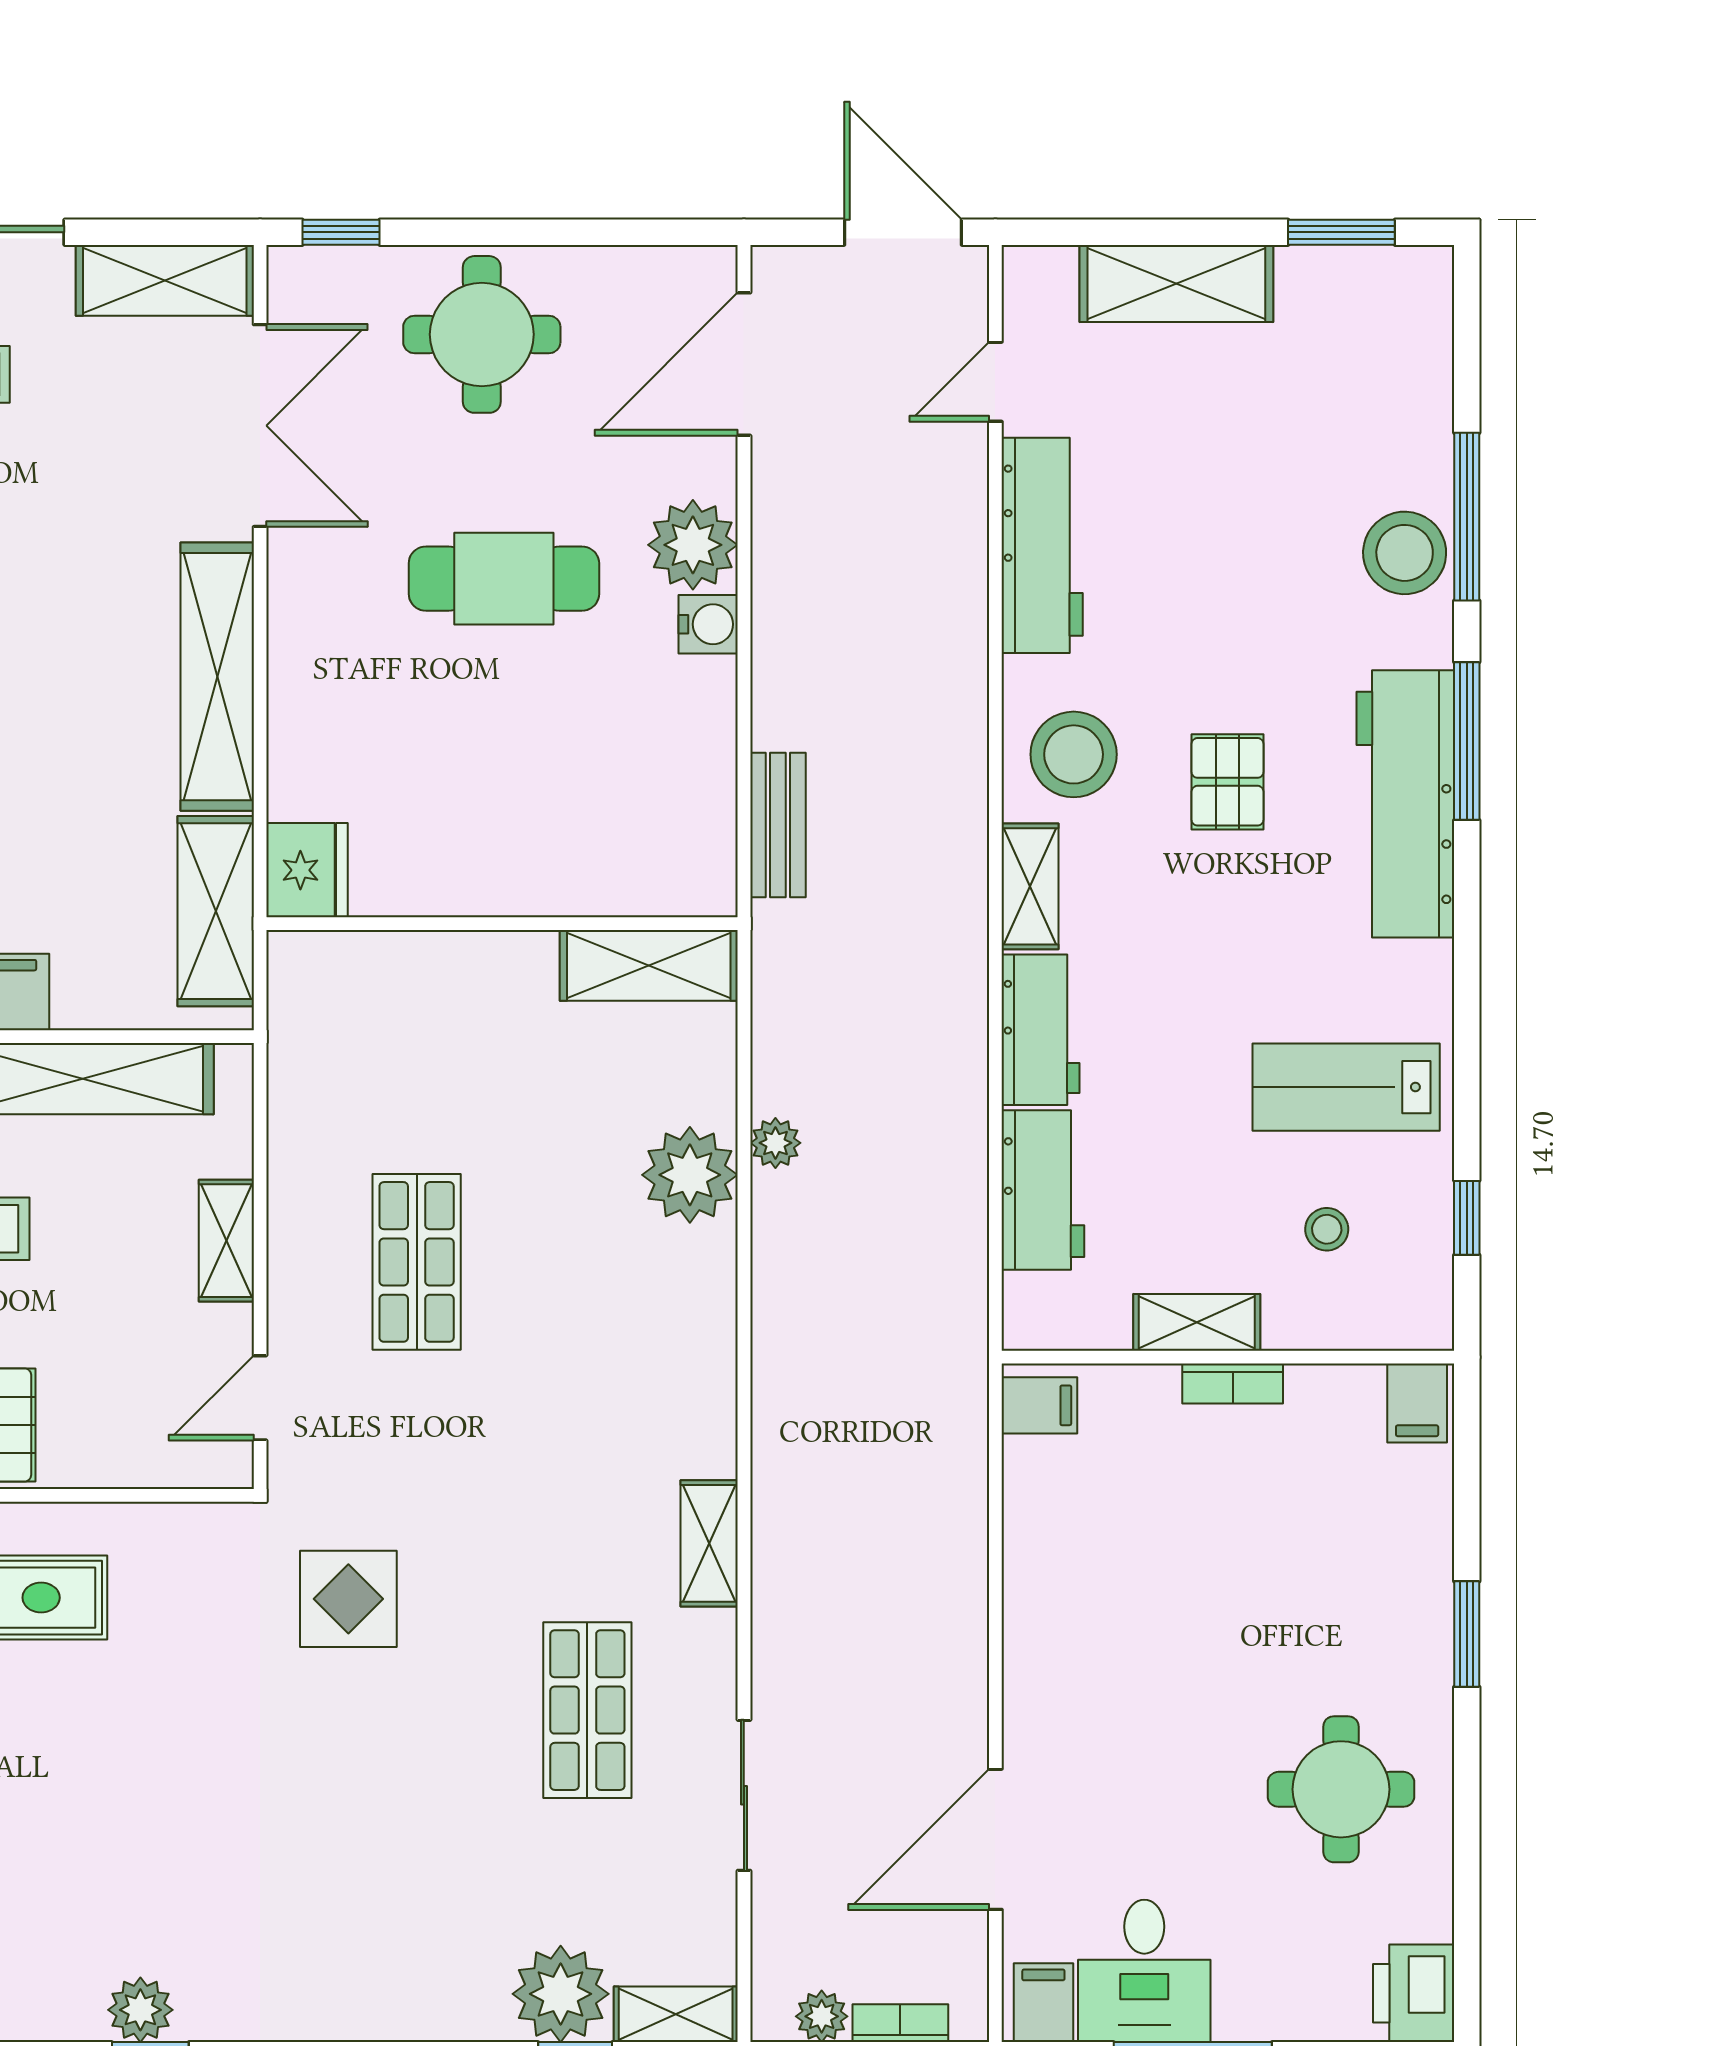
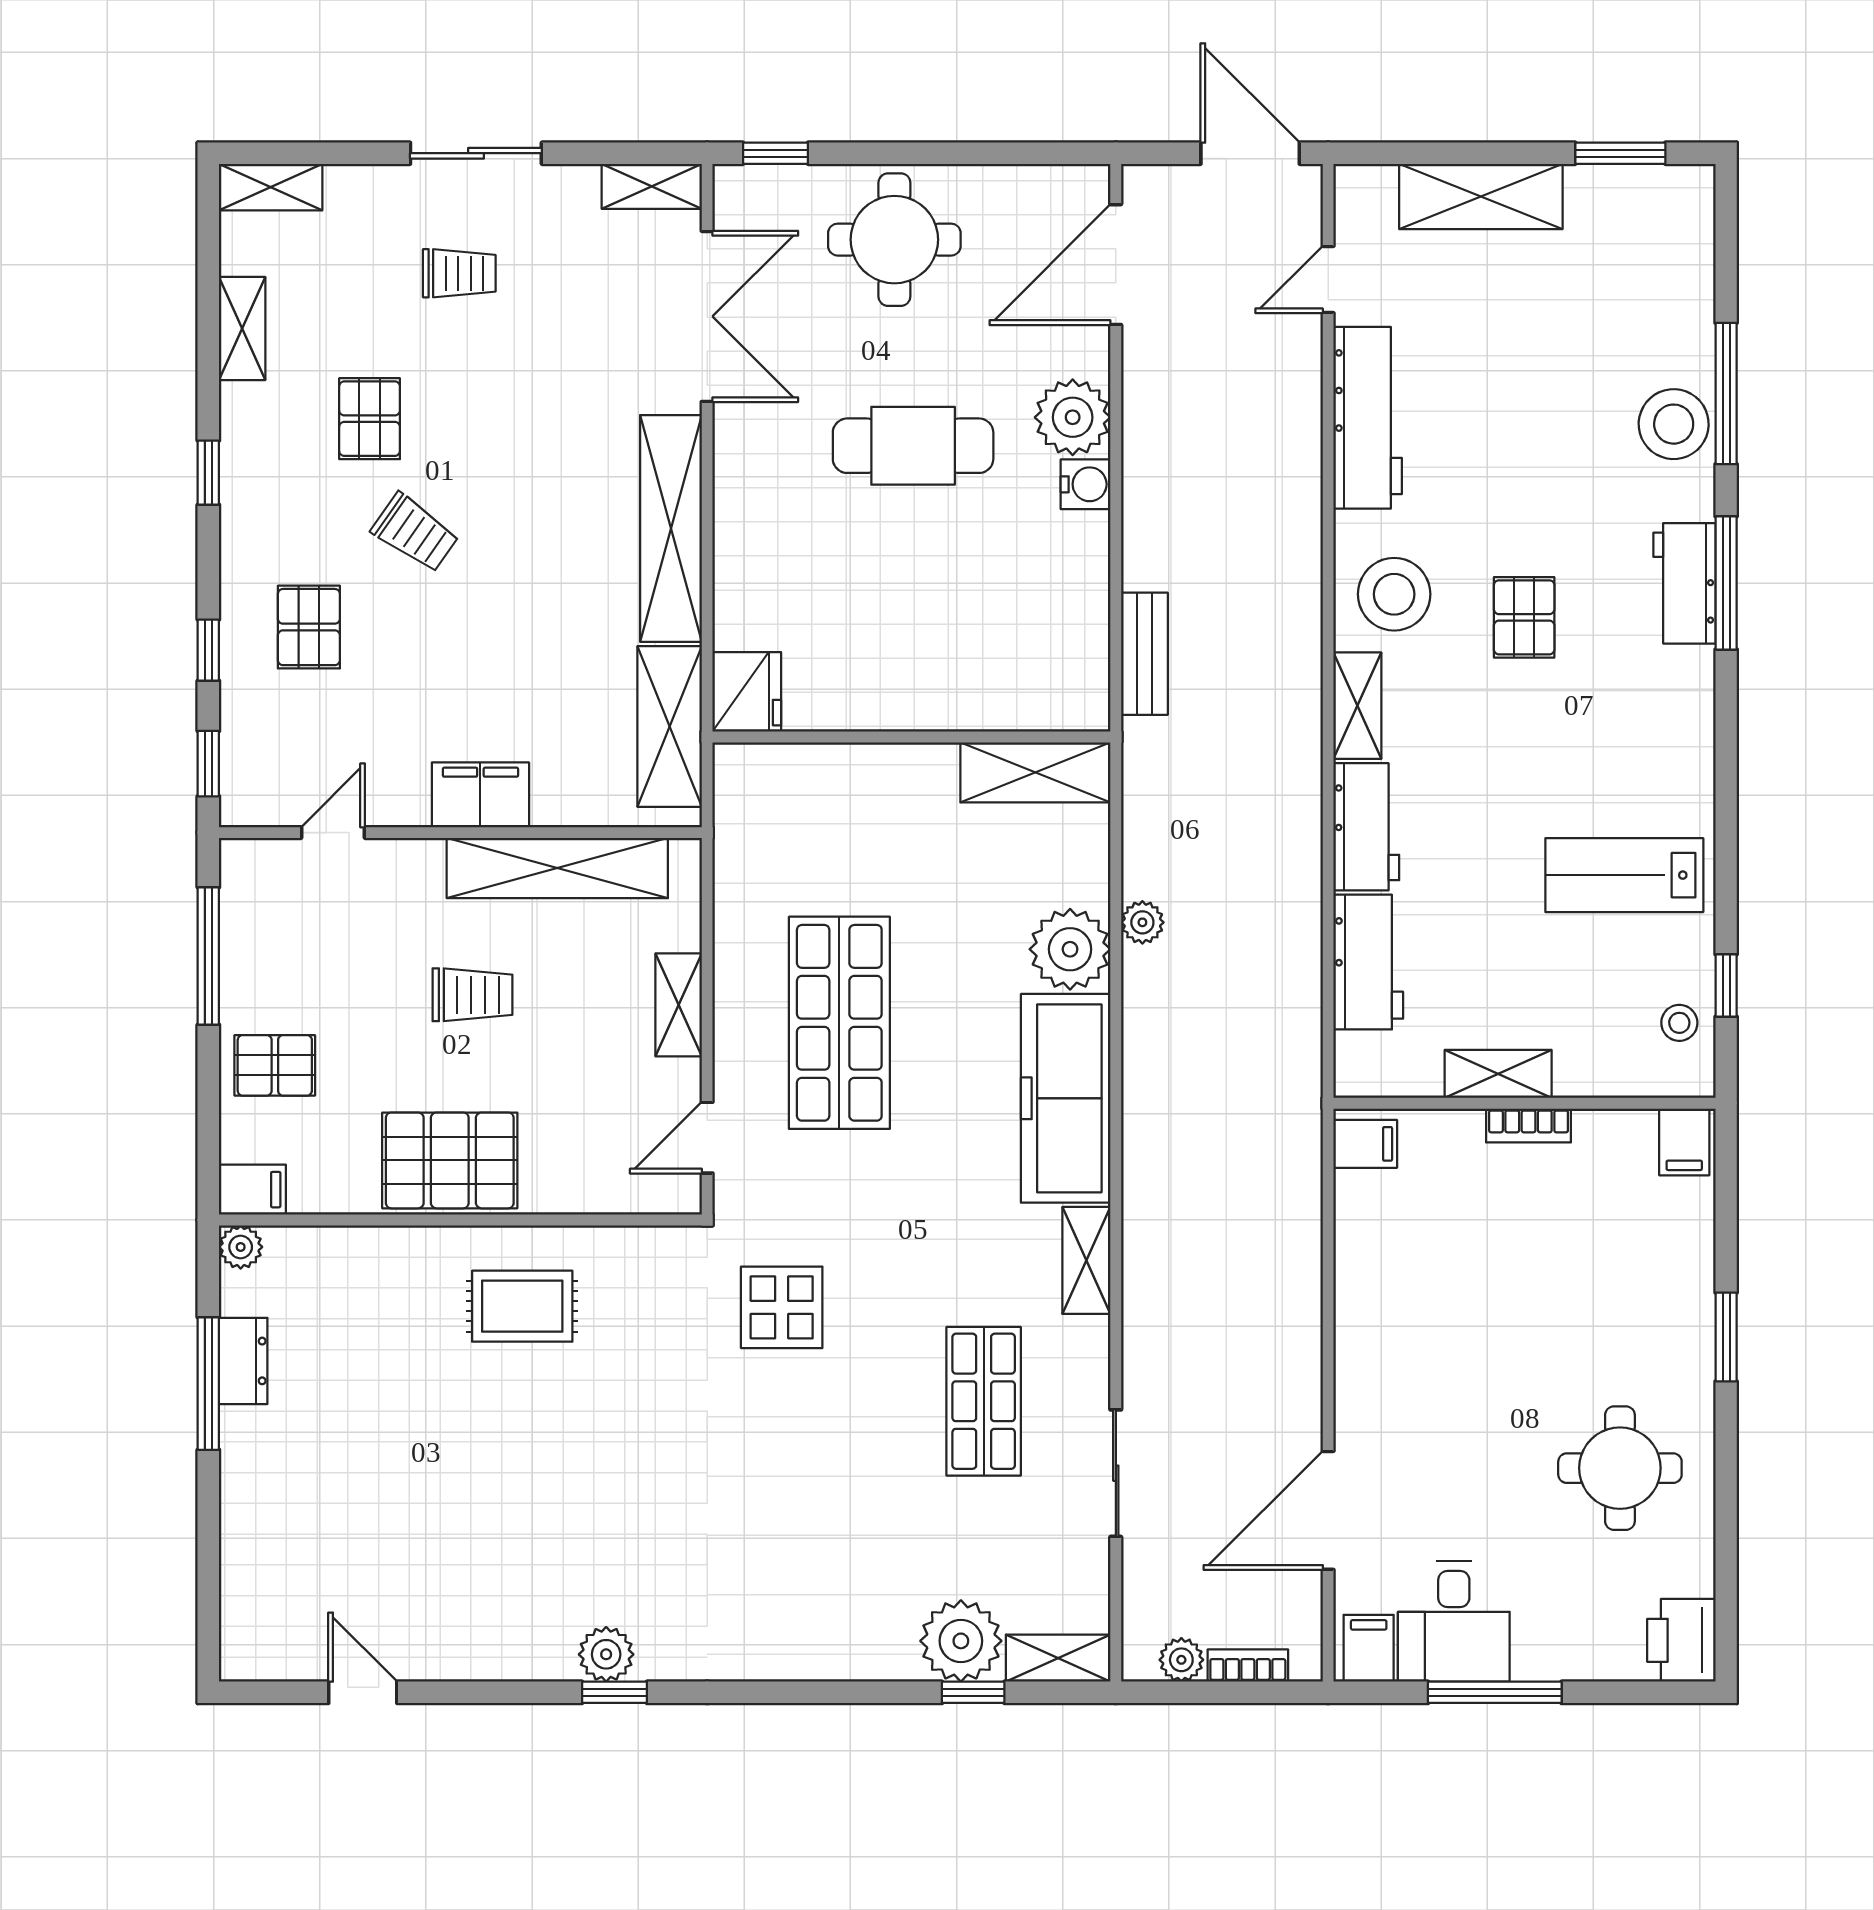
shelving: (165, 280) -> (652, 186), width x0.67, depth x0.75
workbench: (1405, 804) -> (1684, 583), width x0.53, depth x0.76
stool: (1327, 1229) -> (1679, 1023), moved
shop shelf: (417, 1262) -> (839, 1023), width x1.43, depth x1.36
freezer: (685, 1351) -> (1066, 1098), added

